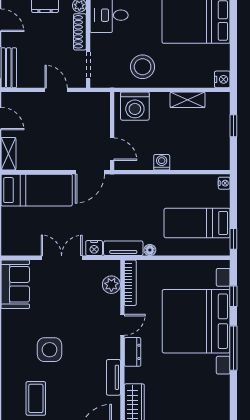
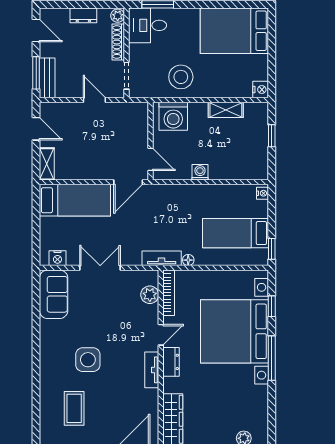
nightstand: (94, 248) -> (57, 258), moved
tv unit: (113, 377) -> (152, 370), moved

